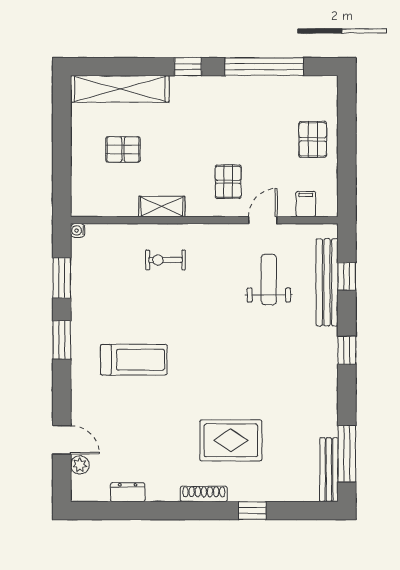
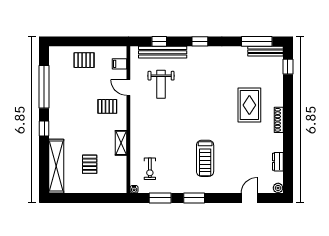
exercise bike: (165, 260) -> (150, 169), moved
weight bench: (269, 280) -> (161, 84), turned -90
treadmill: (134, 360) -> (205, 158), turned 180
plant: (80, 465) -> (278, 188), moved
window: (252, 511) -> (288, 67), moved

